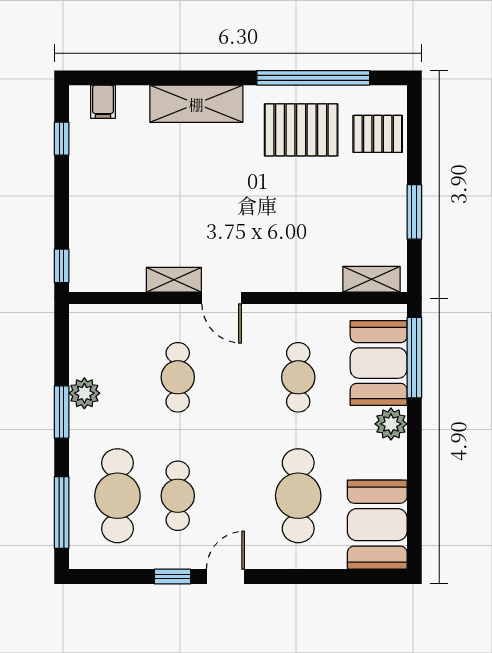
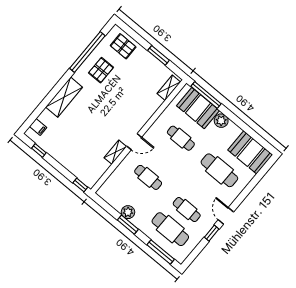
pallet: (301, 130) -> (101, 70), width x0.67, depth x0.71
pallet: (378, 134) -> (123, 46), turned 90

